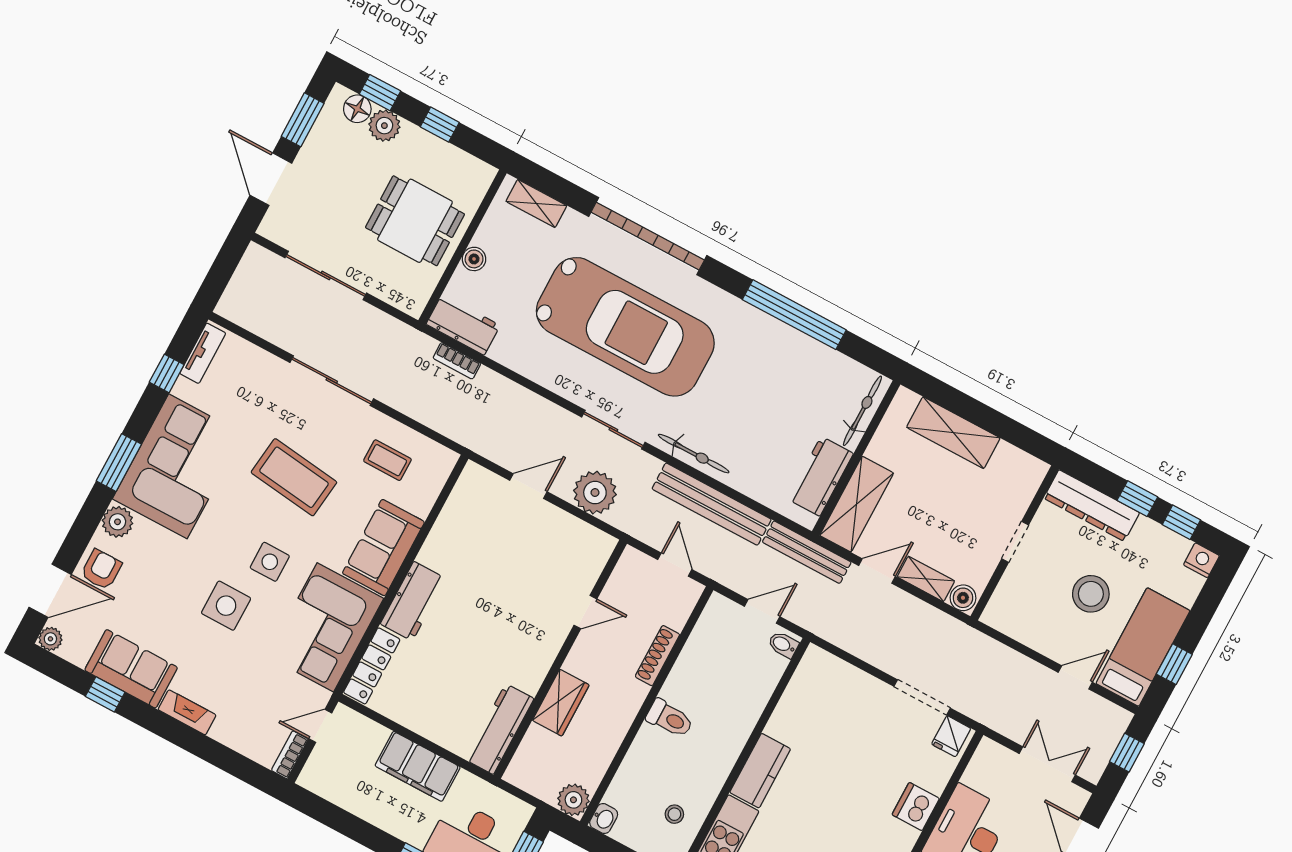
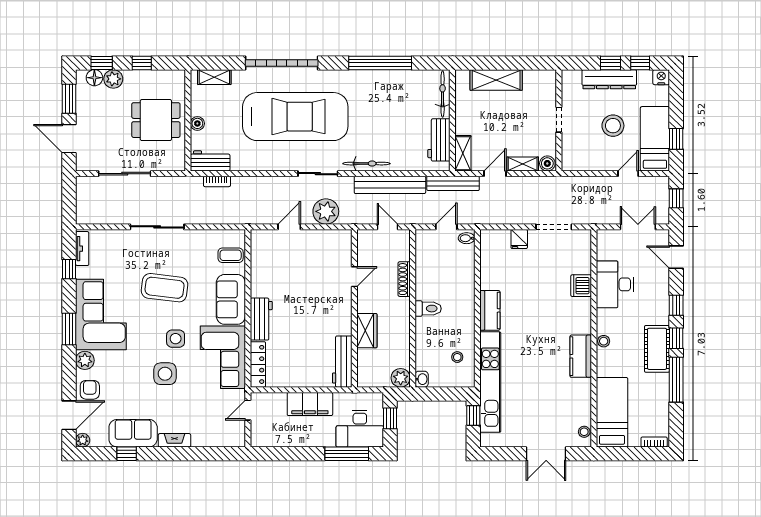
coffee table: (387, 460) -> (231, 255), moved
shelving: (857, 504) -> (463, 153), width x0.67, depth x0.75
dresser: (1092, 505) -> (609, 79), moved
fridge: (951, 736) -> (519, 239), moved
bookcase: (290, 755) -> (240, 434), removed

